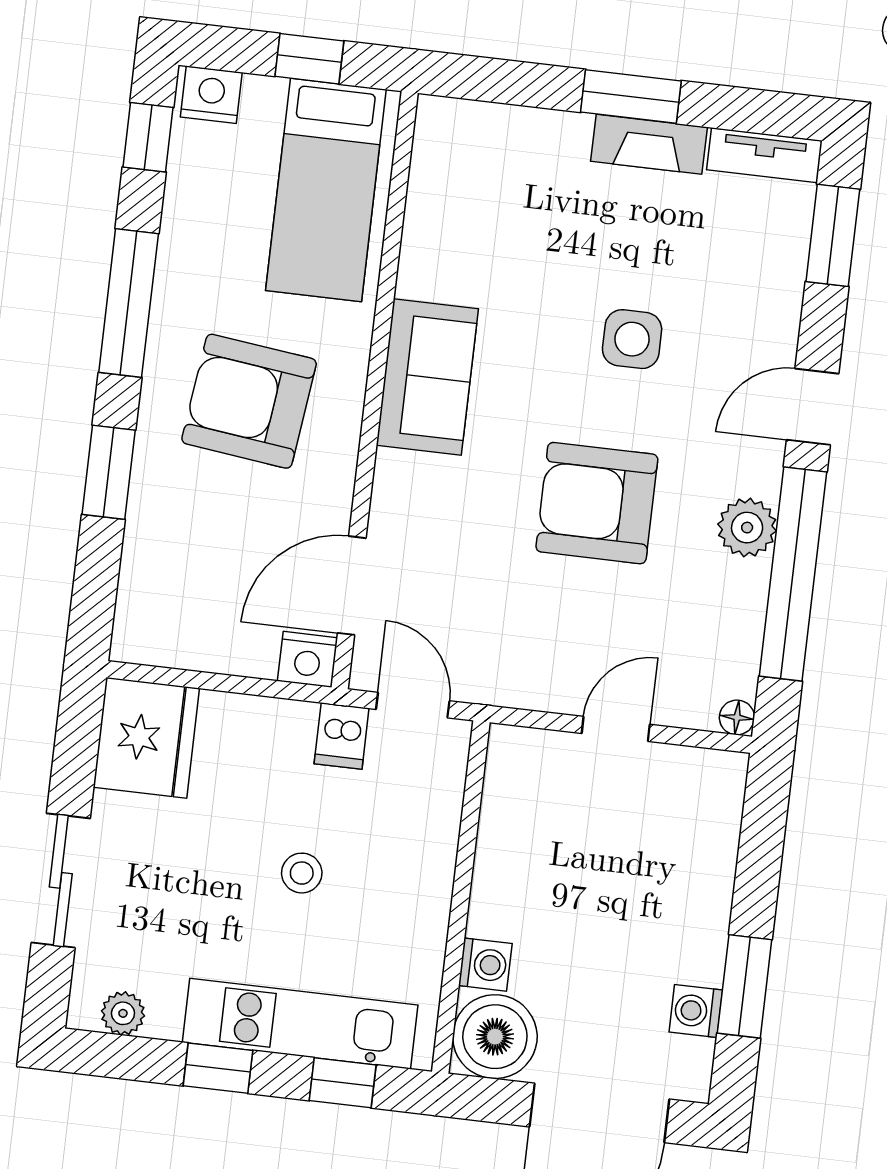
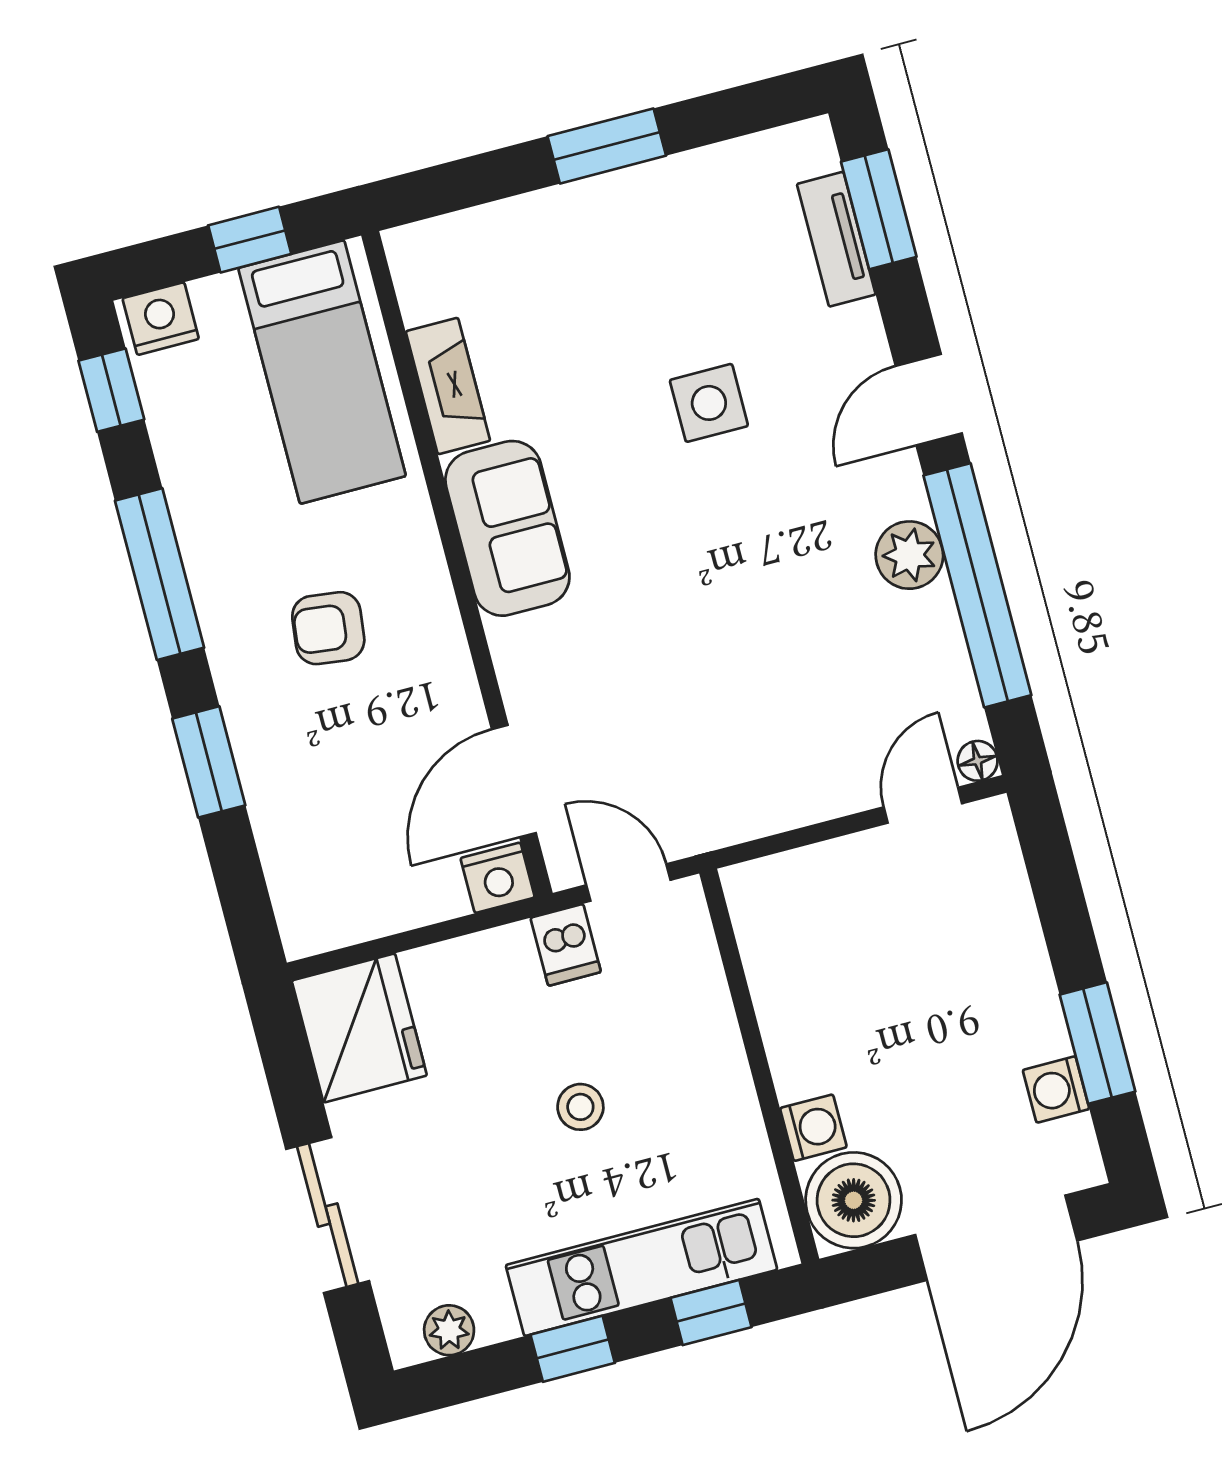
fireplace: (649, 144) -> (448, 386), moved, turned -90
tv unit: (764, 155) -> (836, 239), moved, turned 90
armchair: (249, 401) -> (328, 628), width x0.53, depth x0.53
armchair: (597, 503) -> (740, 592), removed
door: (616, 729) -> (923, 805), moved

